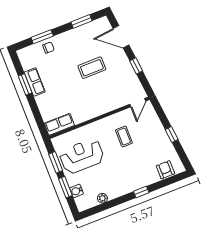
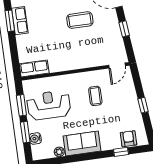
sofa: (122, 185) -> (82, 143), added
window: (141, 192) -> (121, 152), moved

